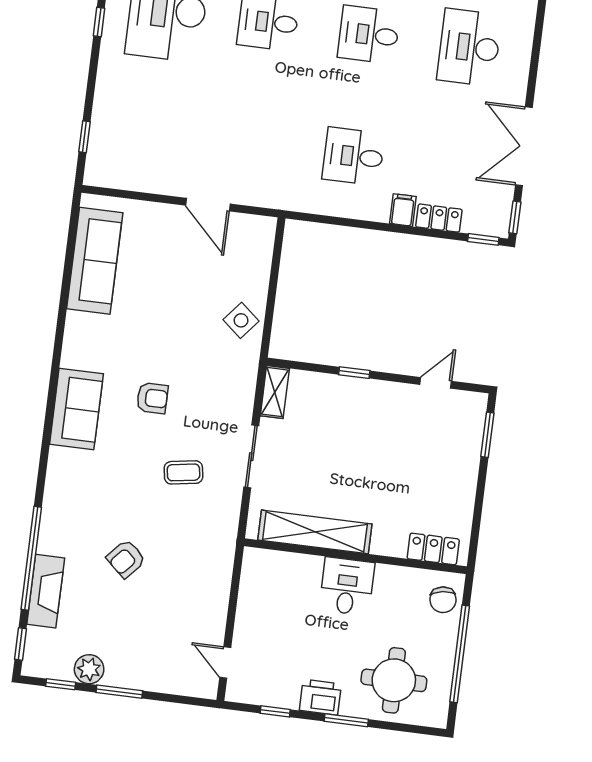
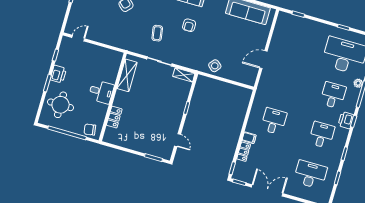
shelving: (315, 532) -> (127, 75), width x0.68
locker: (433, 549) -> (114, 117), moved

